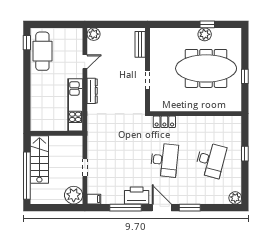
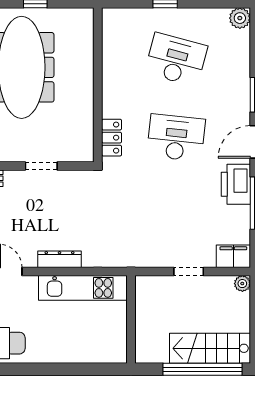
stairs: (39, 160) -> (210, 348), moved
plant: (74, 195) -> (242, 284), width x0.53, depth x0.53
filing cabinet: (94, 199) -> (233, 256), width x2.00

